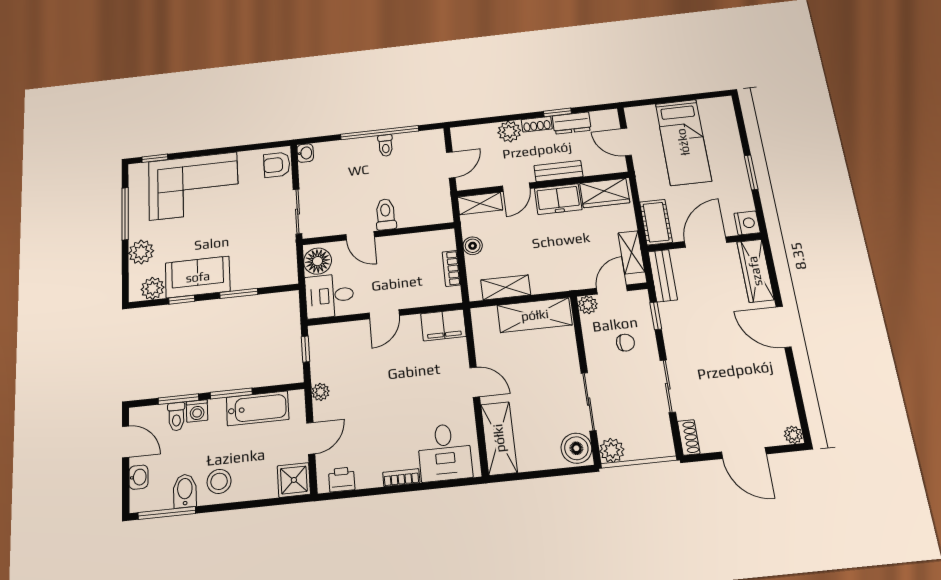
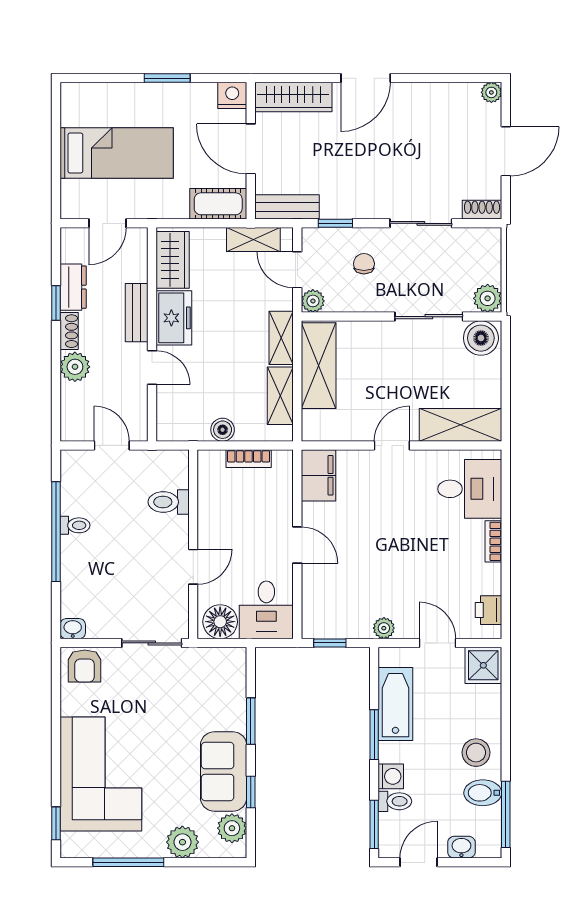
shelving: (480, 203) -> (281, 338), moved
toilet: (386, 214) -> (169, 502), moved
window: (178, 399) -> (374, 824), moved

